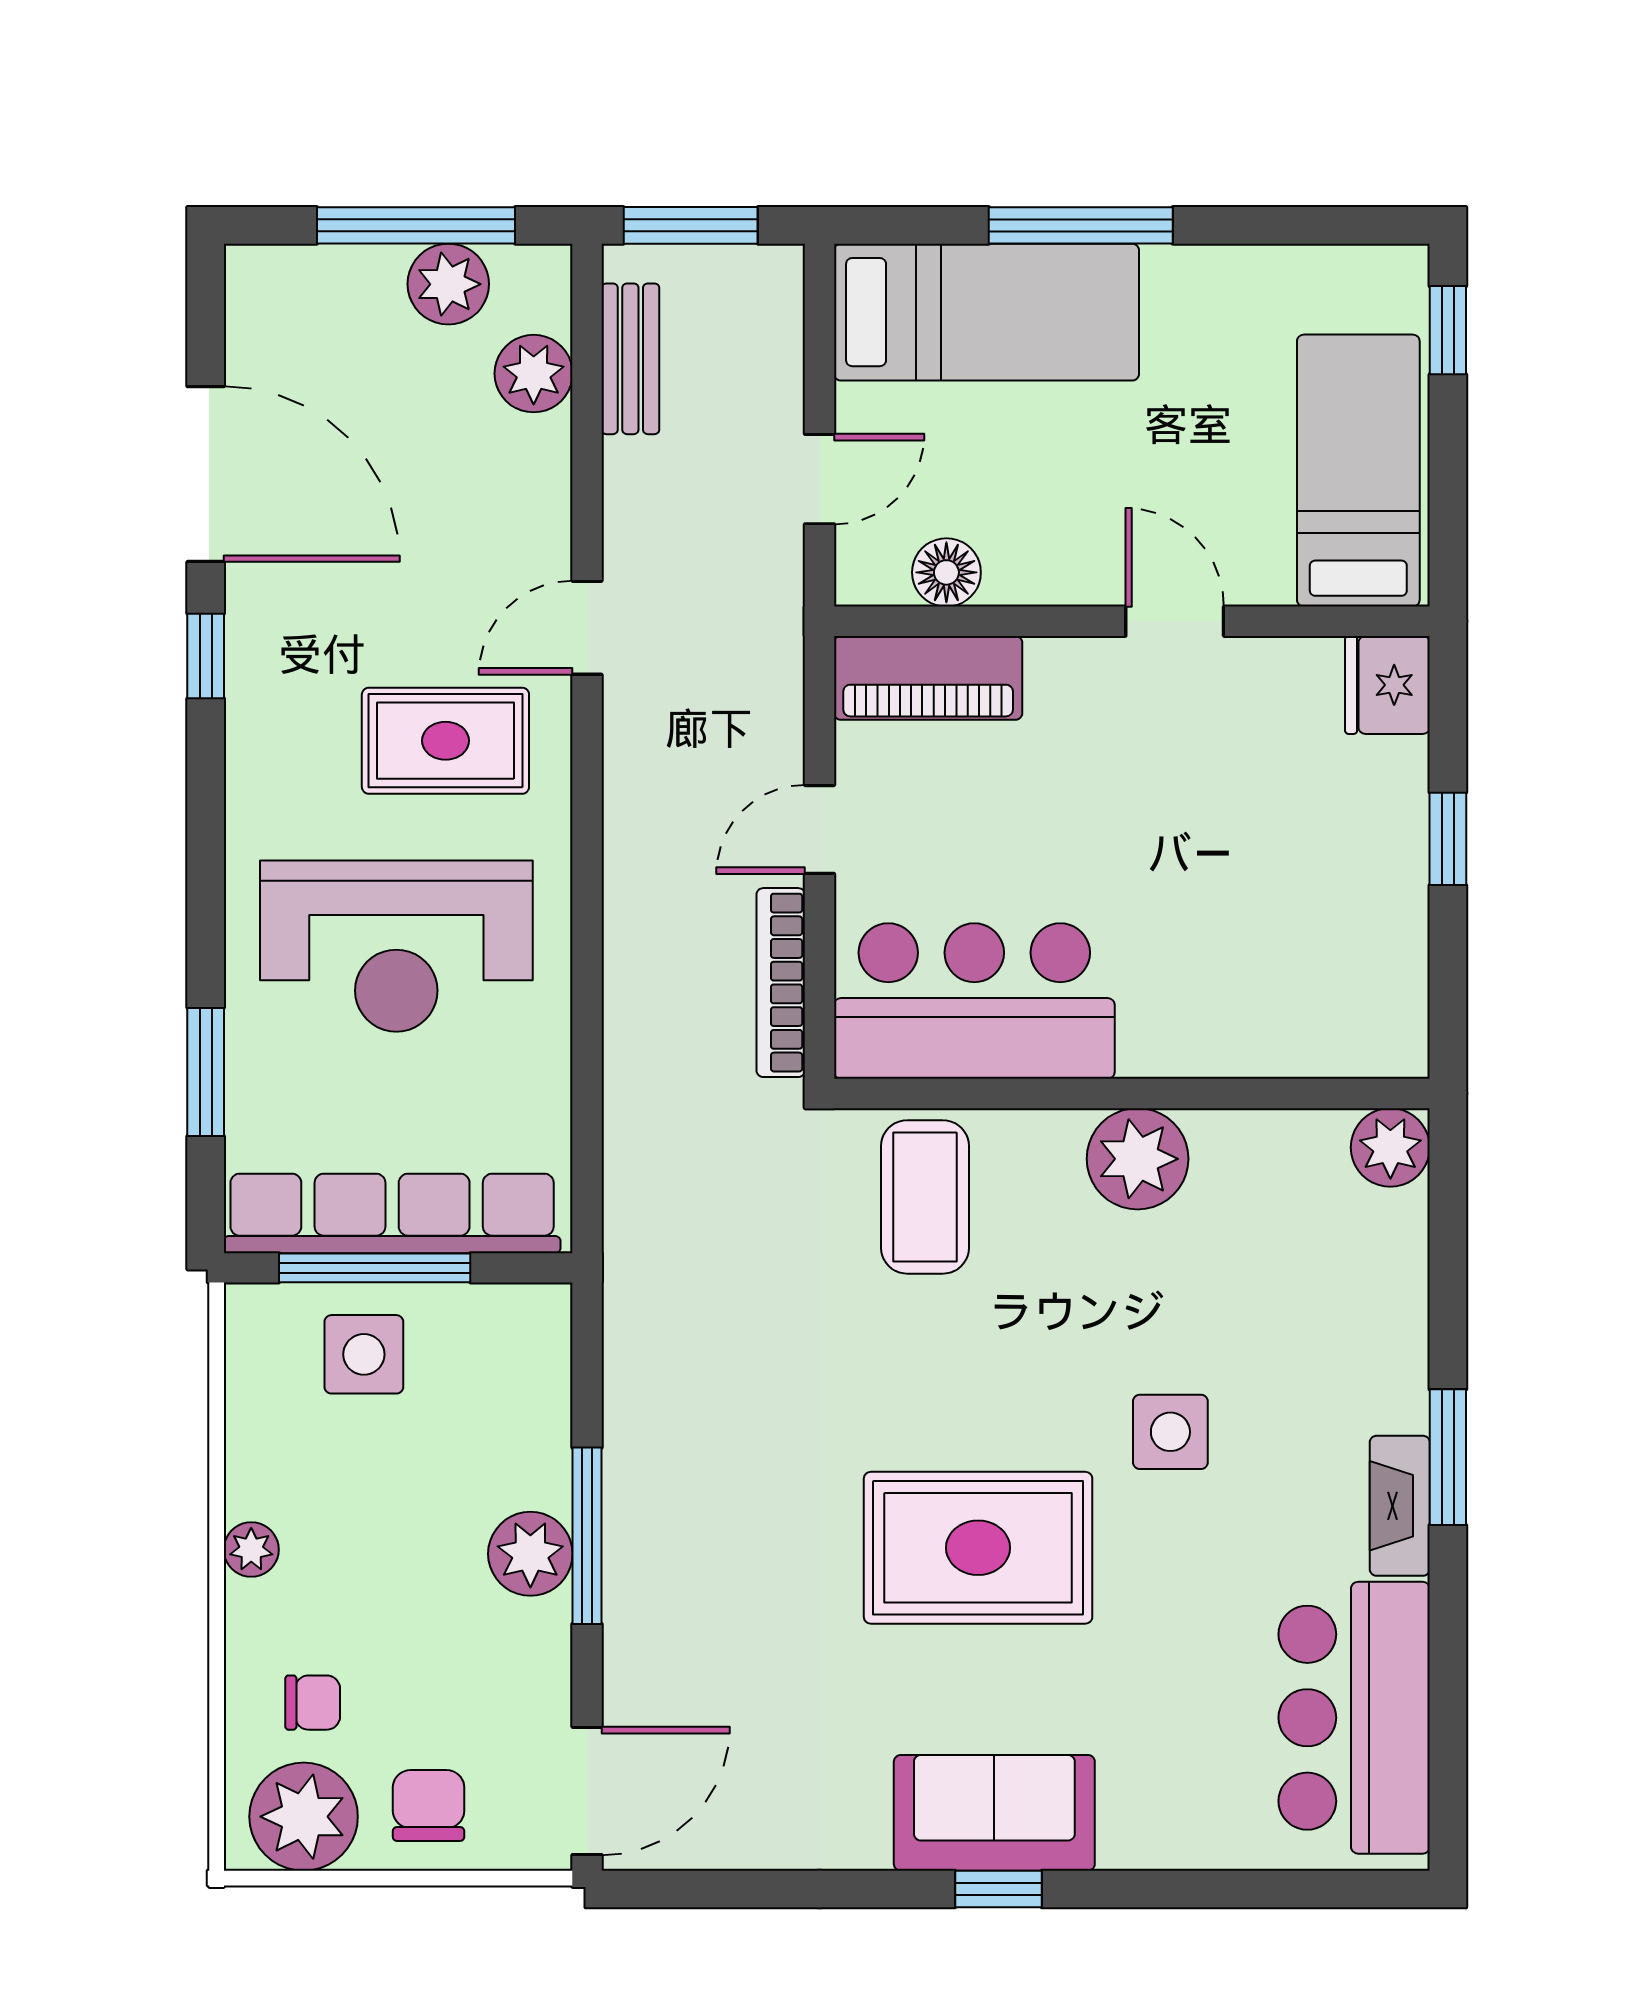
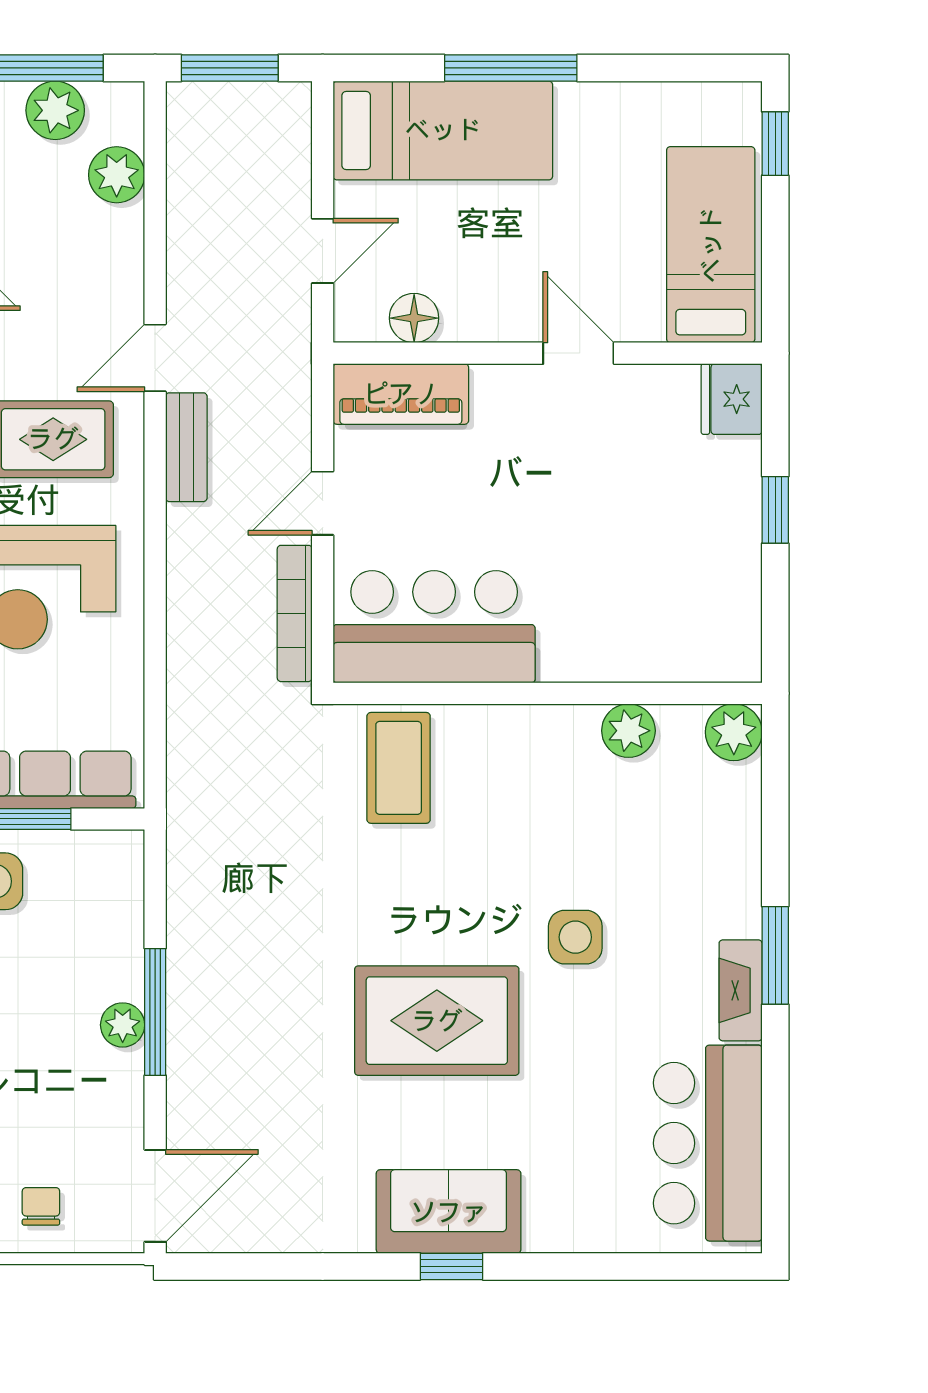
bench: (630, 359) -> (186, 447), moved
plant: (1138, 1159) -> (628, 731), moved, width x0.73, depth x0.73
plant: (530, 1554) -> (123, 1025), width x0.73, depth x0.73
chair: (429, 1806) -> (41, 1206), width x0.73, depth x0.73

